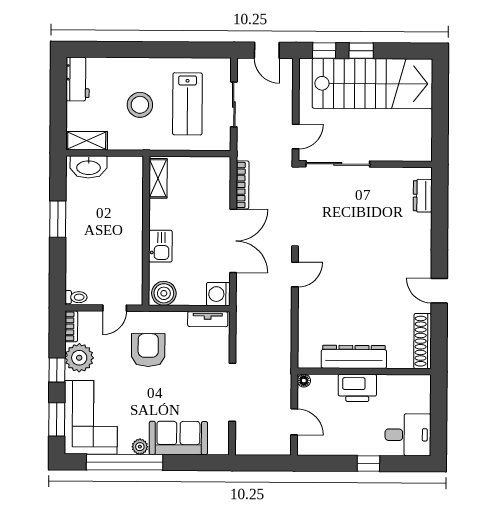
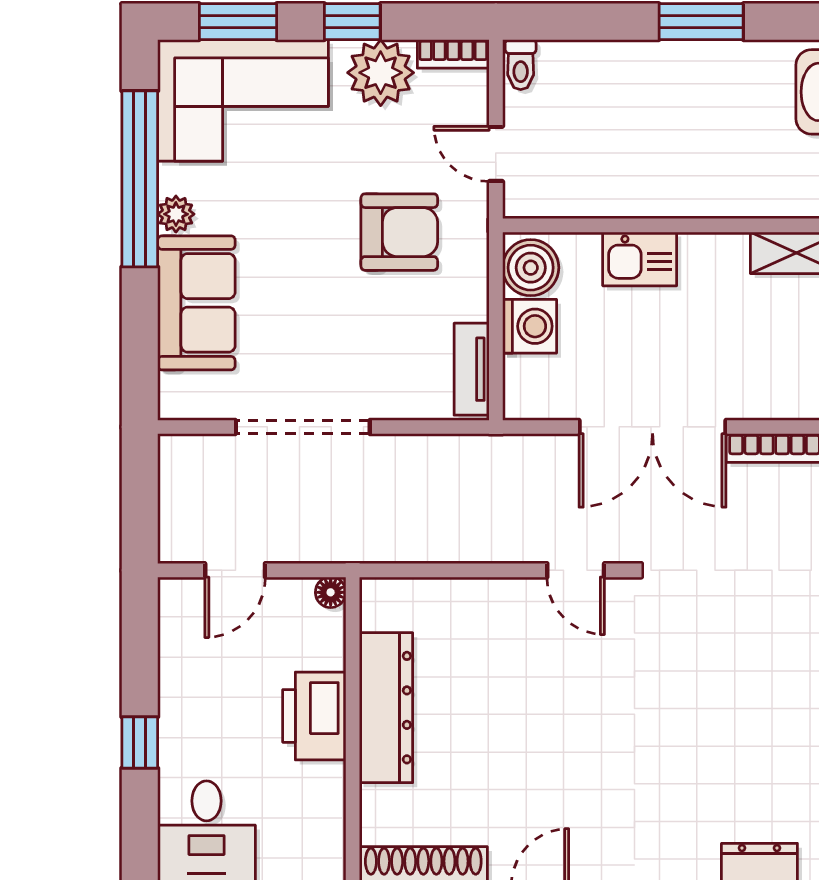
washing machine: (218, 294) -> (530, 326), moved, turned 90

